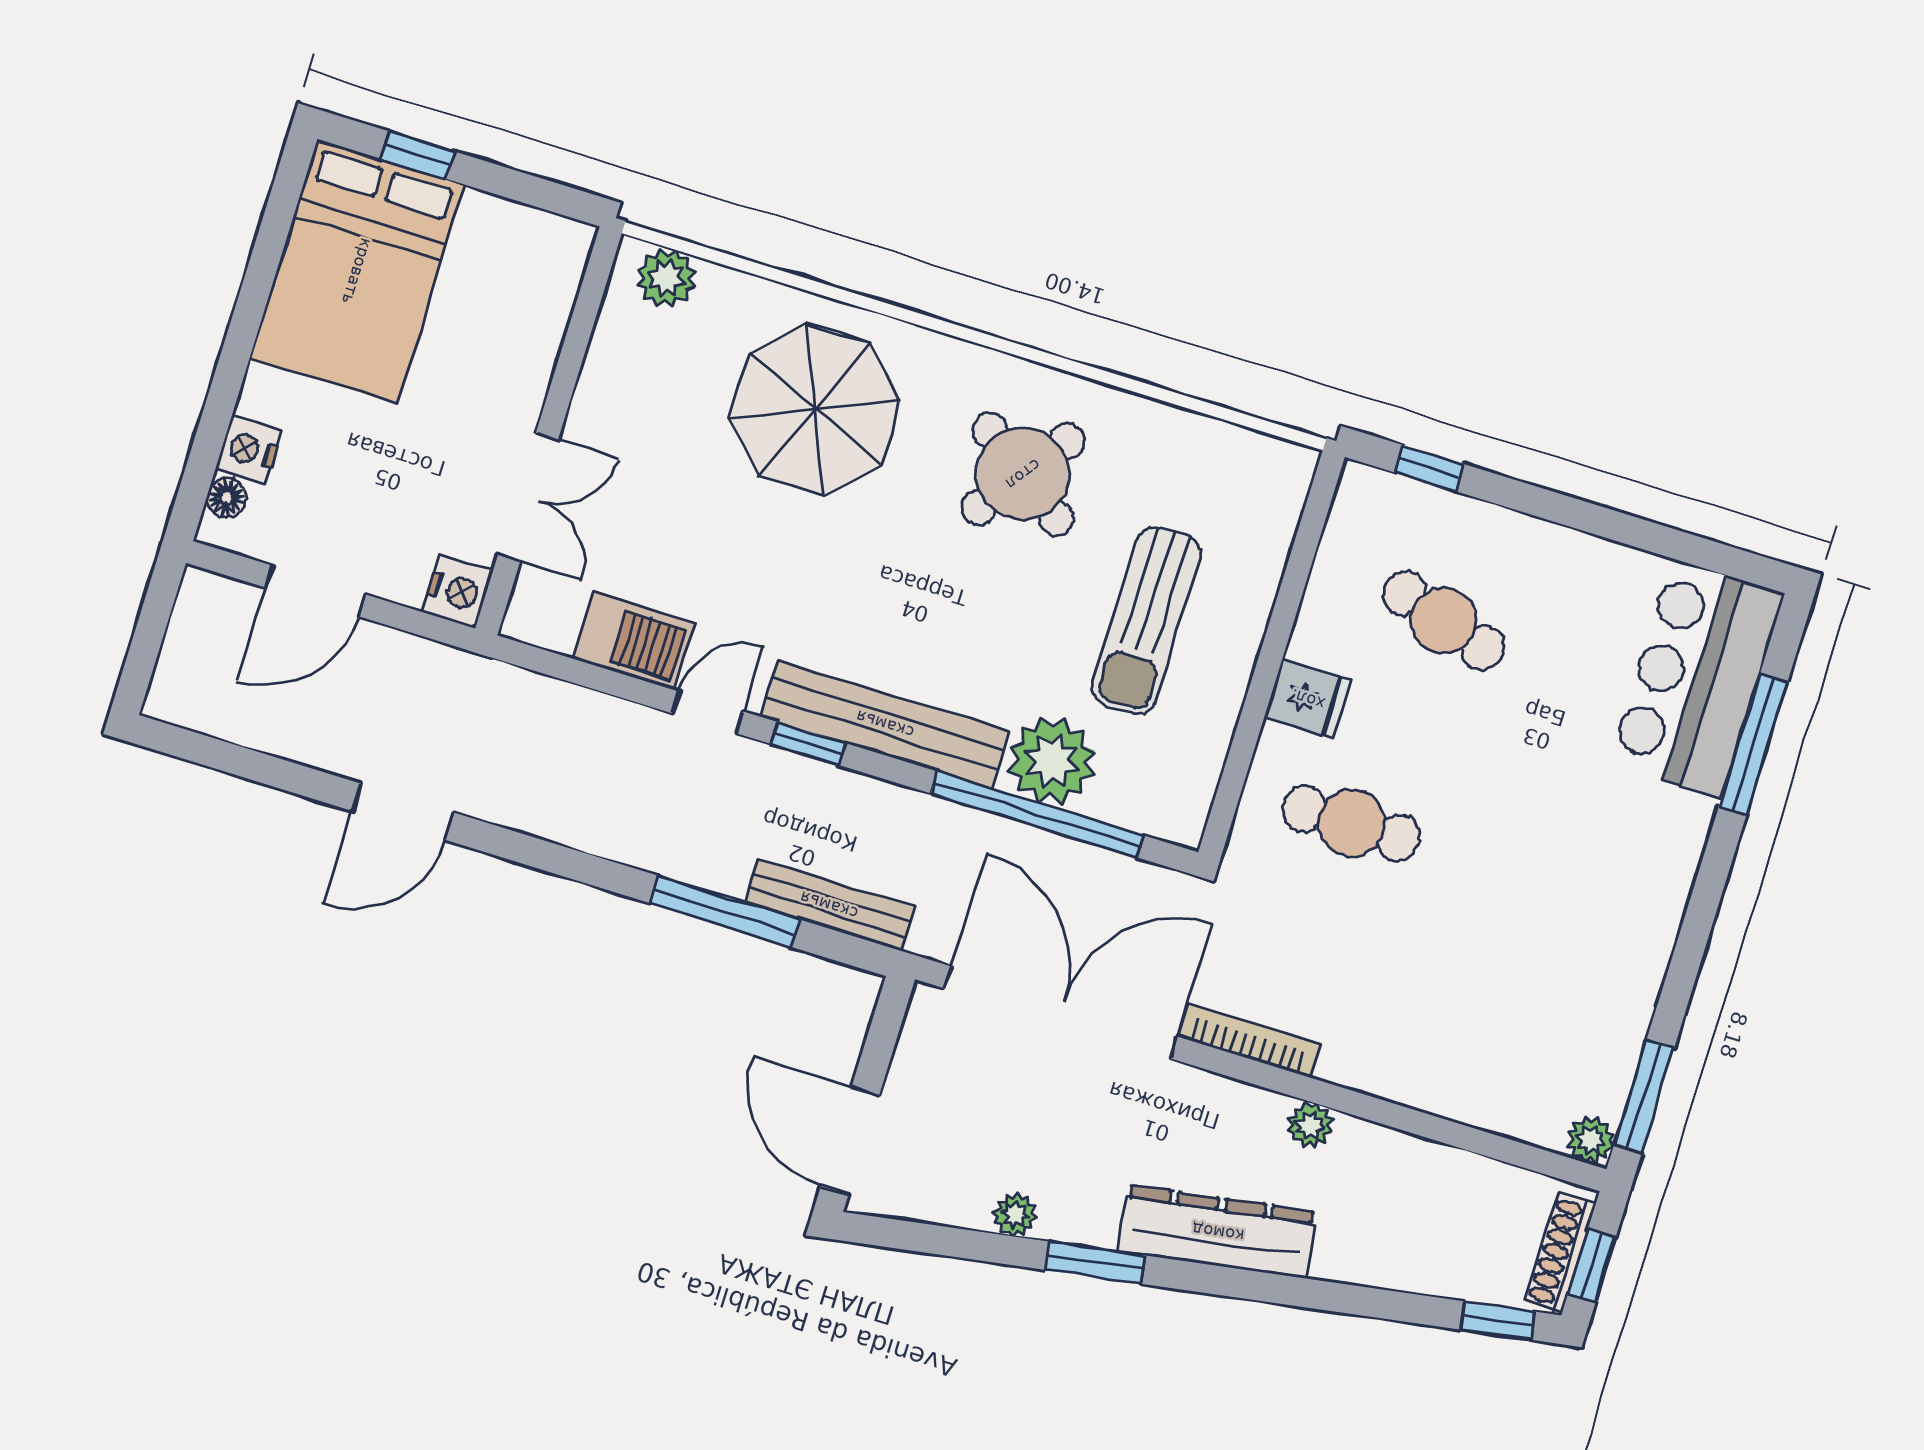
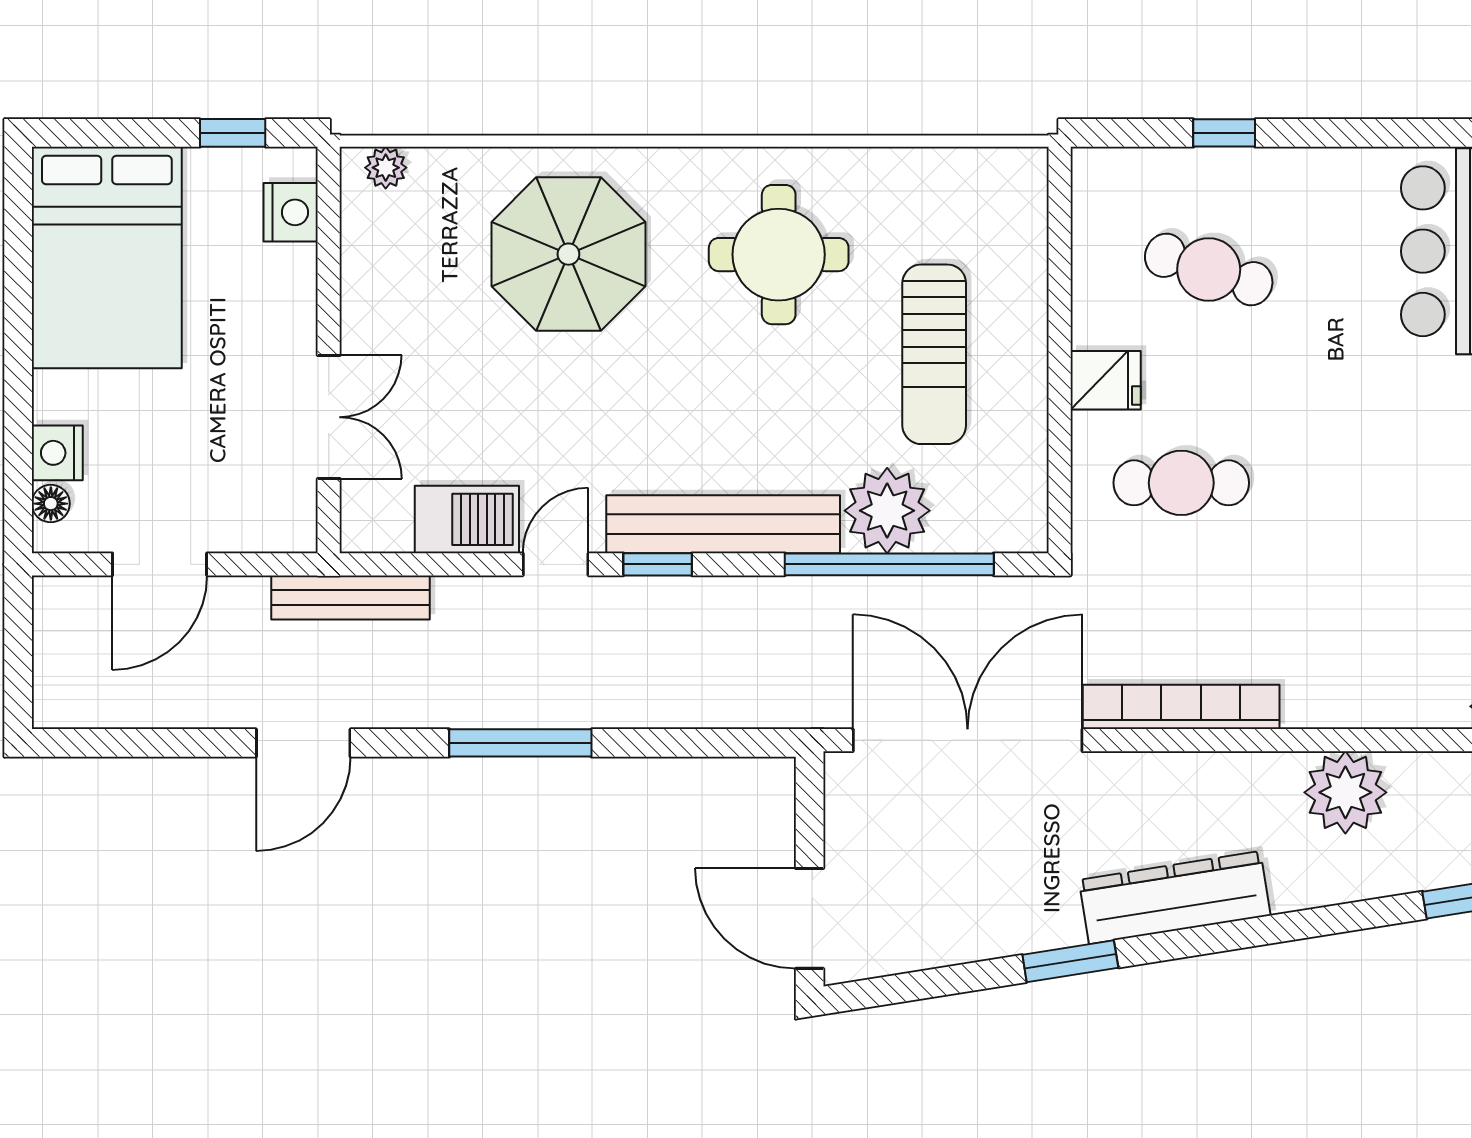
window: (417, 155) -> (233, 133), moved
plant: (666, 278) -> (386, 168), width x0.73, depth x0.73
window: (1429, 468) -> (1224, 133), moved
round table: (1023, 474) -> (779, 255), turned -36
nightstand: (458, 591) -> (291, 212), moved
bench: (829, 905) -> (351, 597), moved
window: (725, 911) -> (520, 743), moved
bookcase: (1249, 1040) -> (1181, 707), width x1.48, depth x1.31
plant: (1310, 1125) -> (1345, 792), moved, width x1.87, depth x1.87
plant: (1015, 1215) -> (983, 940), removed

